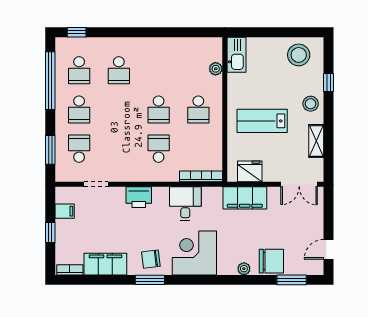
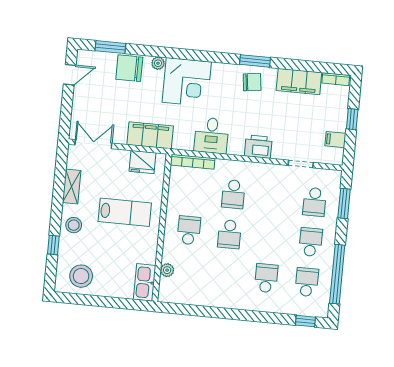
school desk: (159, 109) -> (229, 234), turned 180
corner desk: (194, 253) -> (187, 82), moved

